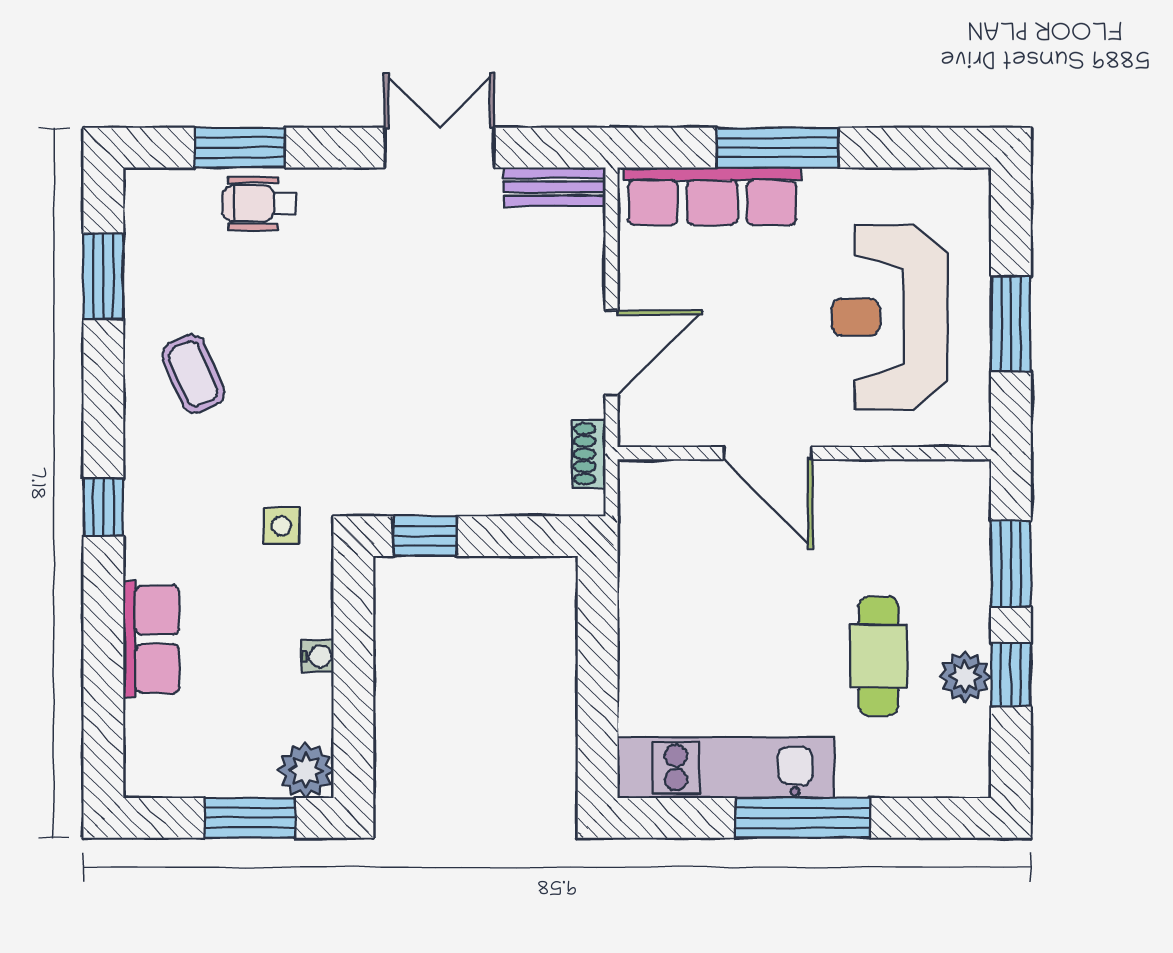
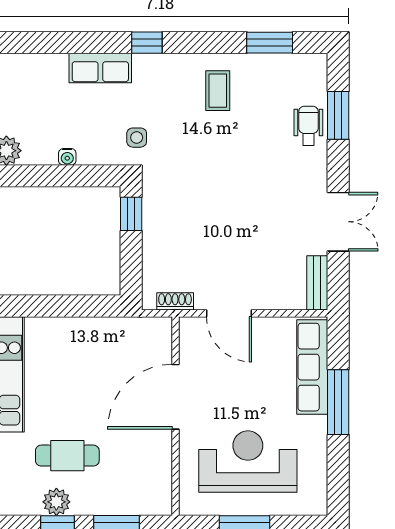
coffee table: (193, 374) -> (218, 91), turned -67
door: (768, 453) -> (175, 397), width x1.36
row of seats: (151, 639) -> (100, 68), moved

